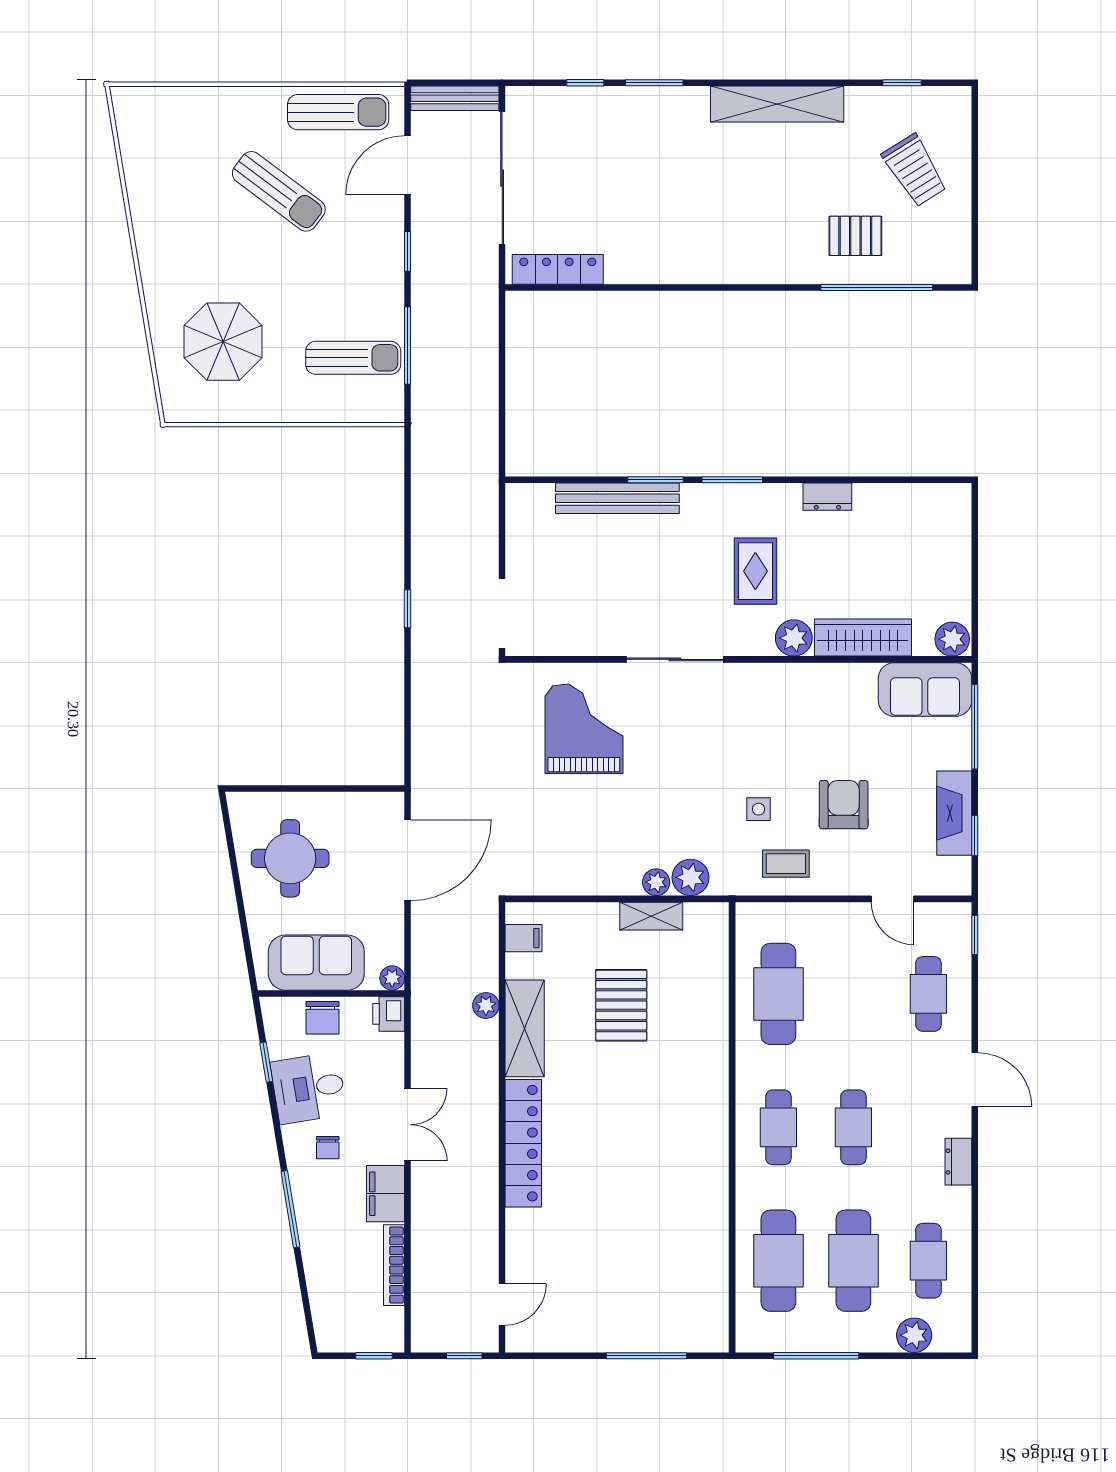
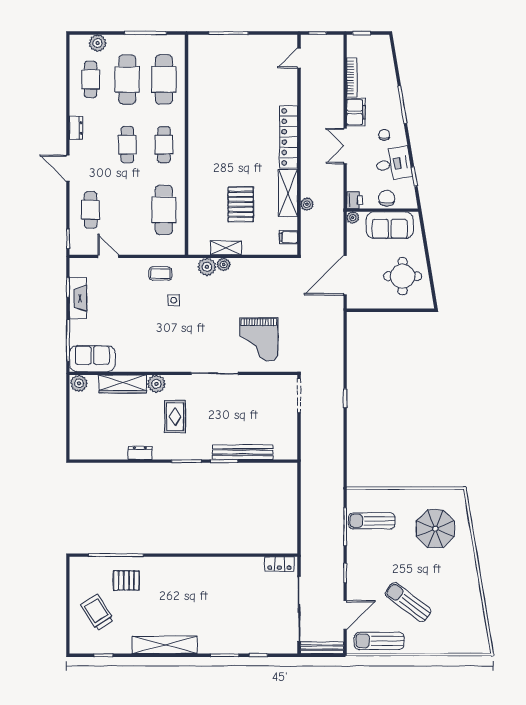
locker: (558, 269) -> (279, 564), width x0.66
armchair: (844, 805) -> (132, 302), removed

